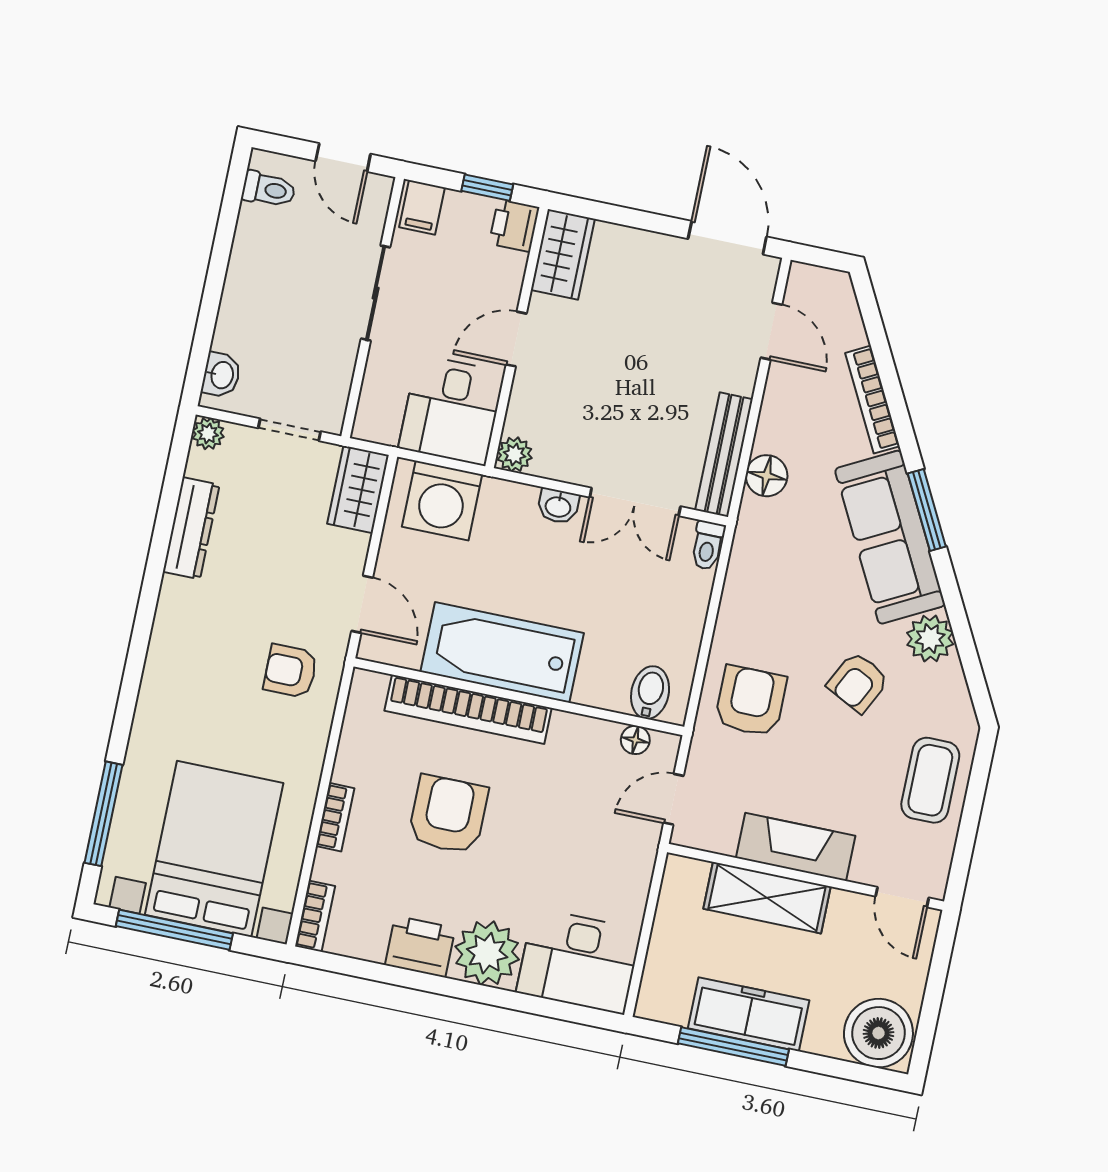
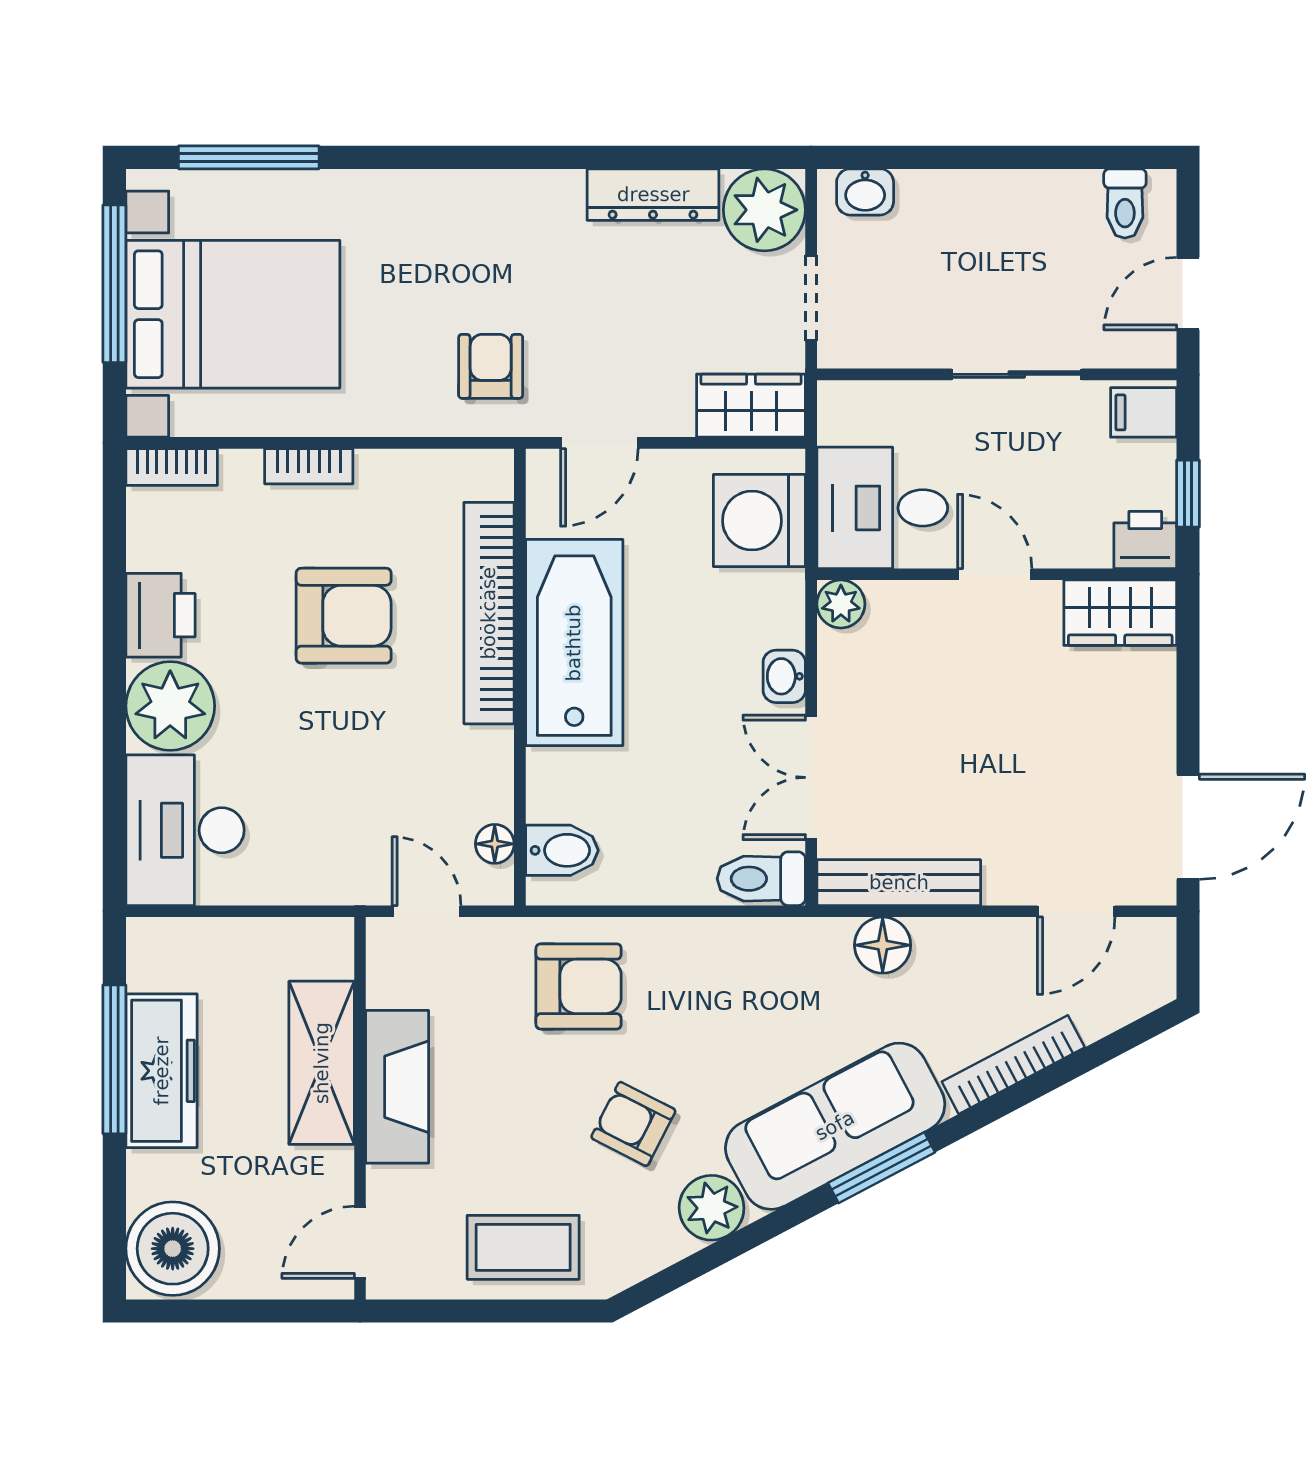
plant: (208, 434) -> (764, 210), width x1.88, depth x1.88
toilet: (708, 545) -> (761, 879), width x1.37, depth x1.39

